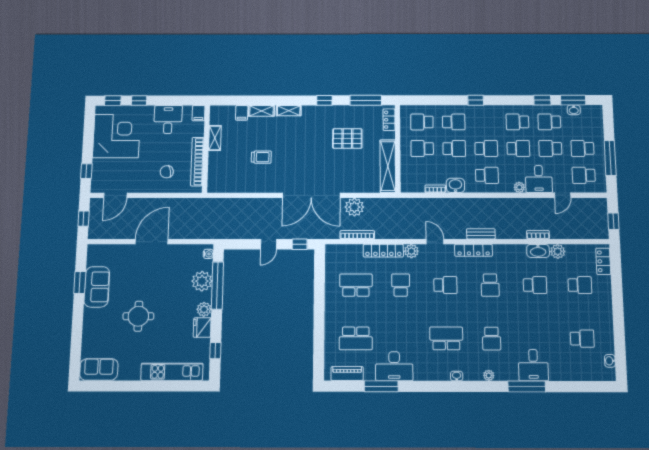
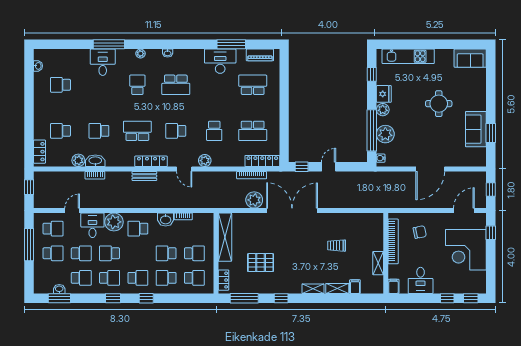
window: (542, 100) -> (113, 298), moved
corner desk: (116, 136) -> (466, 250), moved
school desk: (486, 148) -> (138, 278), moved, turned 180
plant: (519, 187) -> (114, 222), width x1.87, depth x1.87
locker: (383, 251) -> (262, 161), moved
school desk: (490, 285) -> (137, 131), width x1.85

